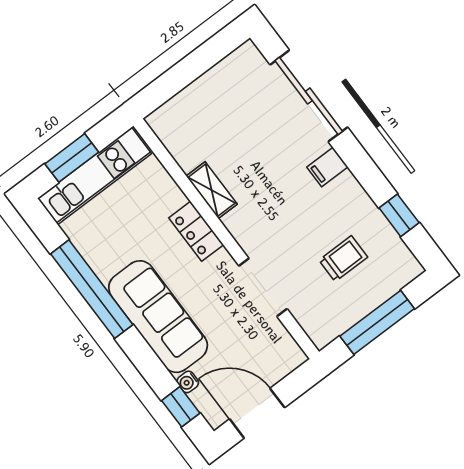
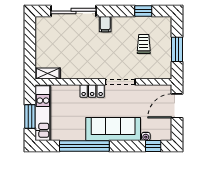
shelving: (212, 190) -> (48, 74), moved
doorway: (263, 287) -> (120, 82), moved
window: (377, 322) -> (177, 49), width x0.69
door: (257, 413) -> (177, 106), moved

